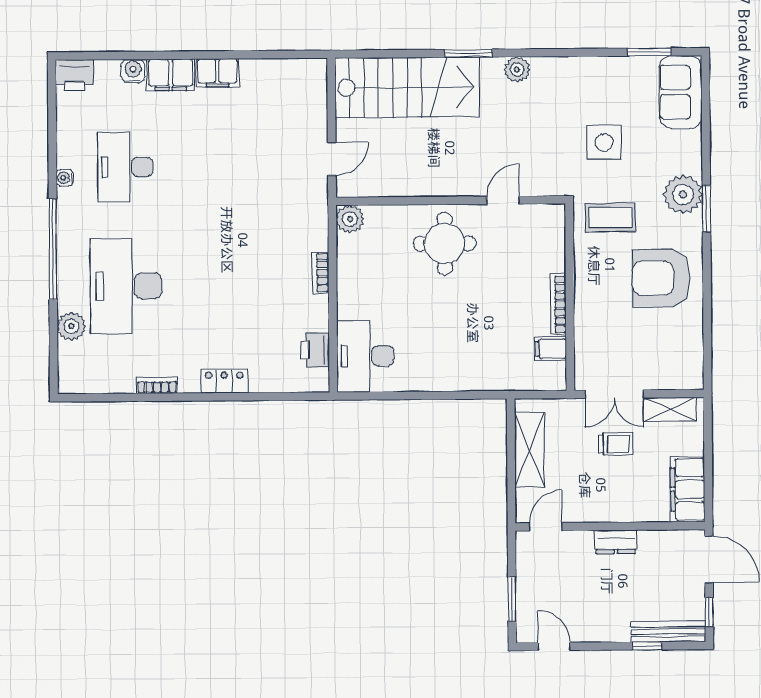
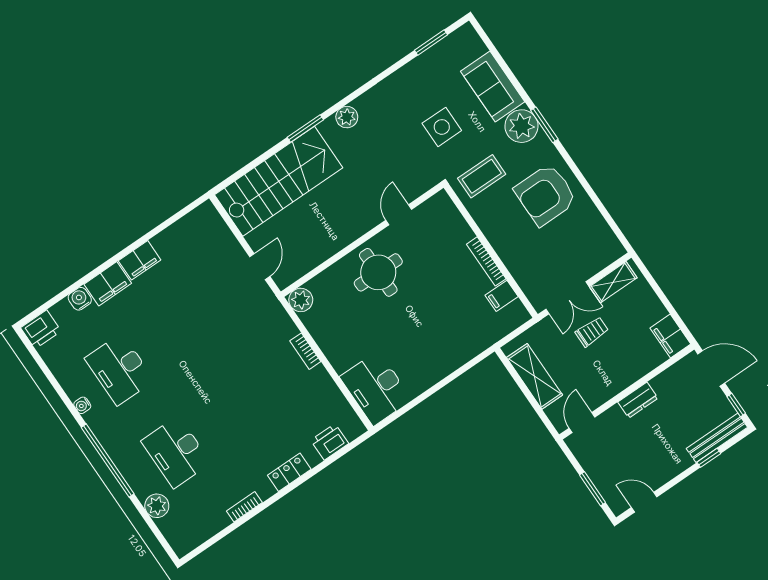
sofa: (681, 92) -> (493, 86), moved
desk: (126, 286) -> (176, 452), width x0.73, depth x0.77
printer: (315, 350) -> (330, 442), moved, turned 90
filing cabinet: (688, 489) -> (670, 336), width x0.67, depth x0.86

